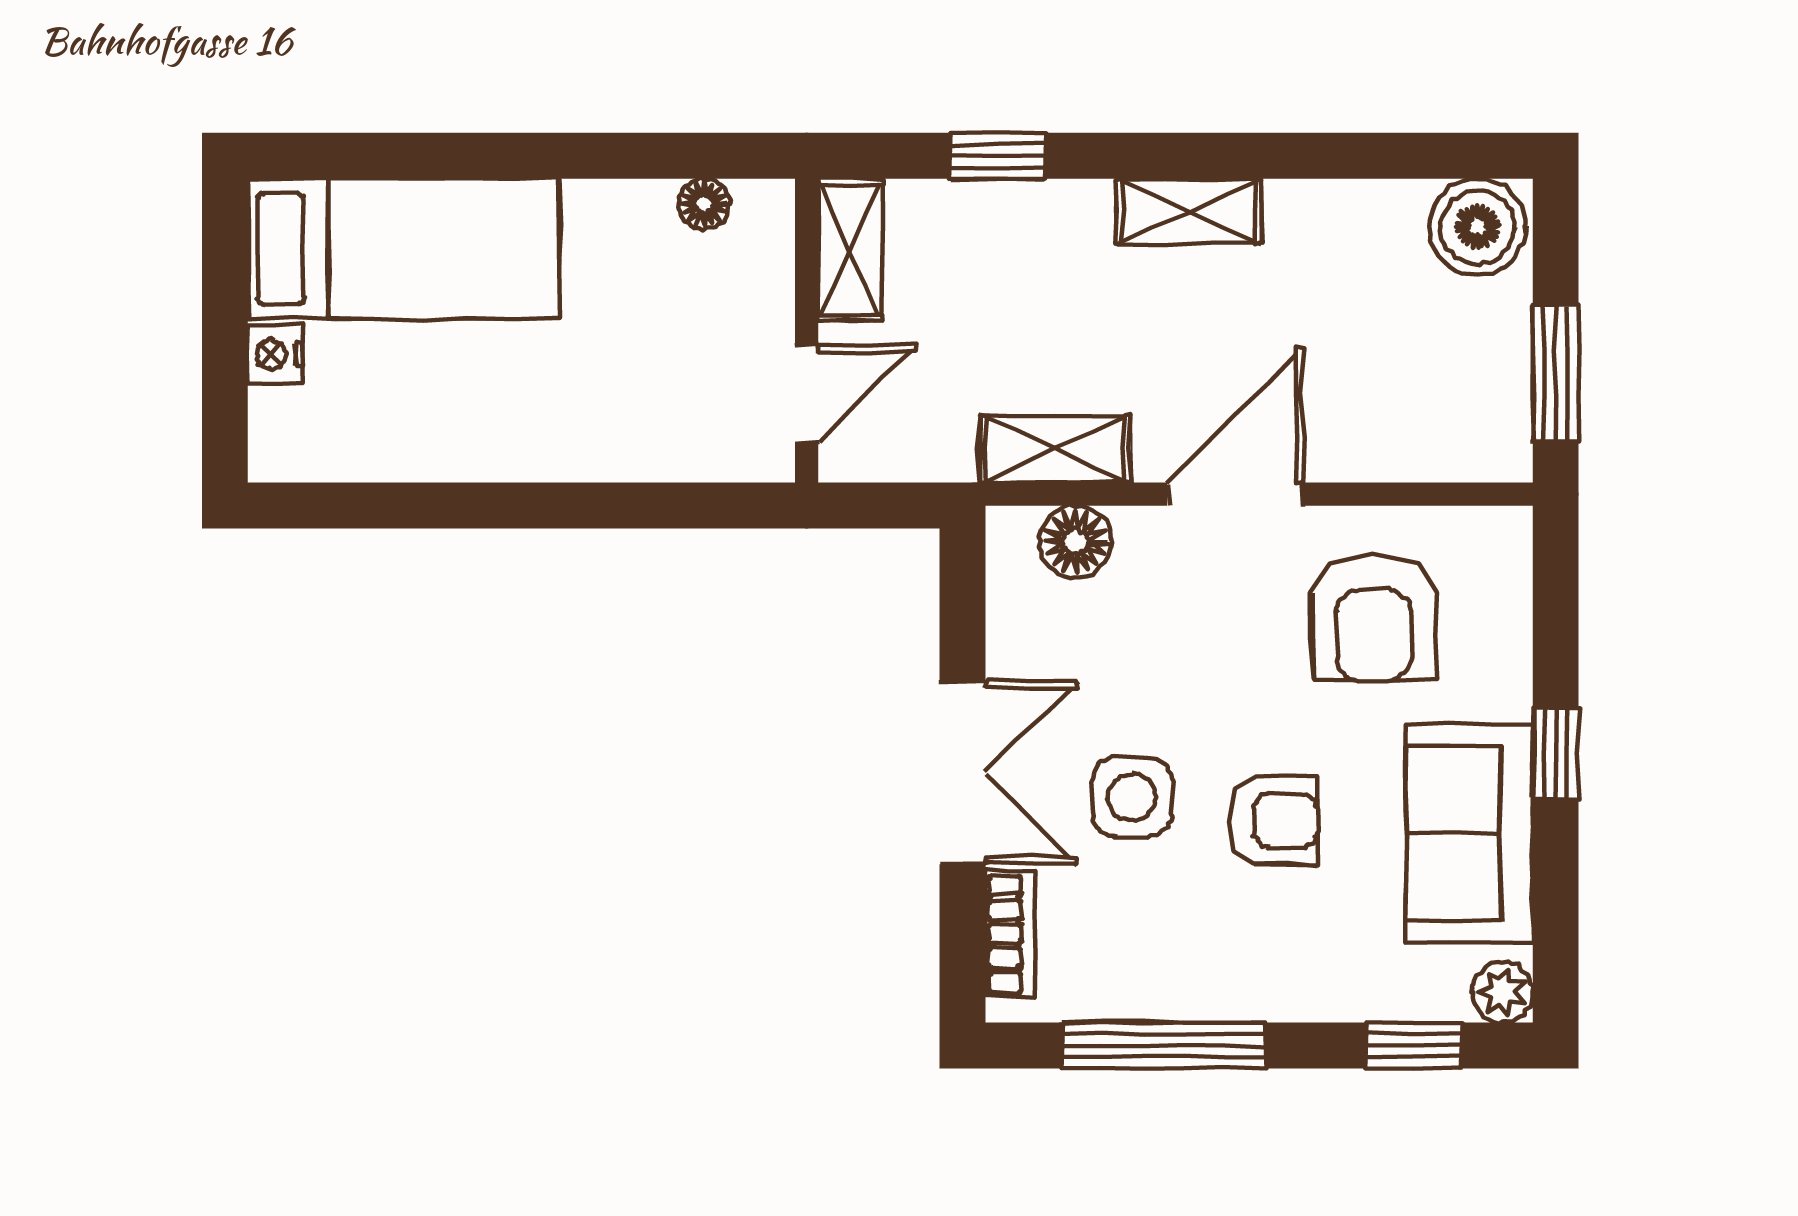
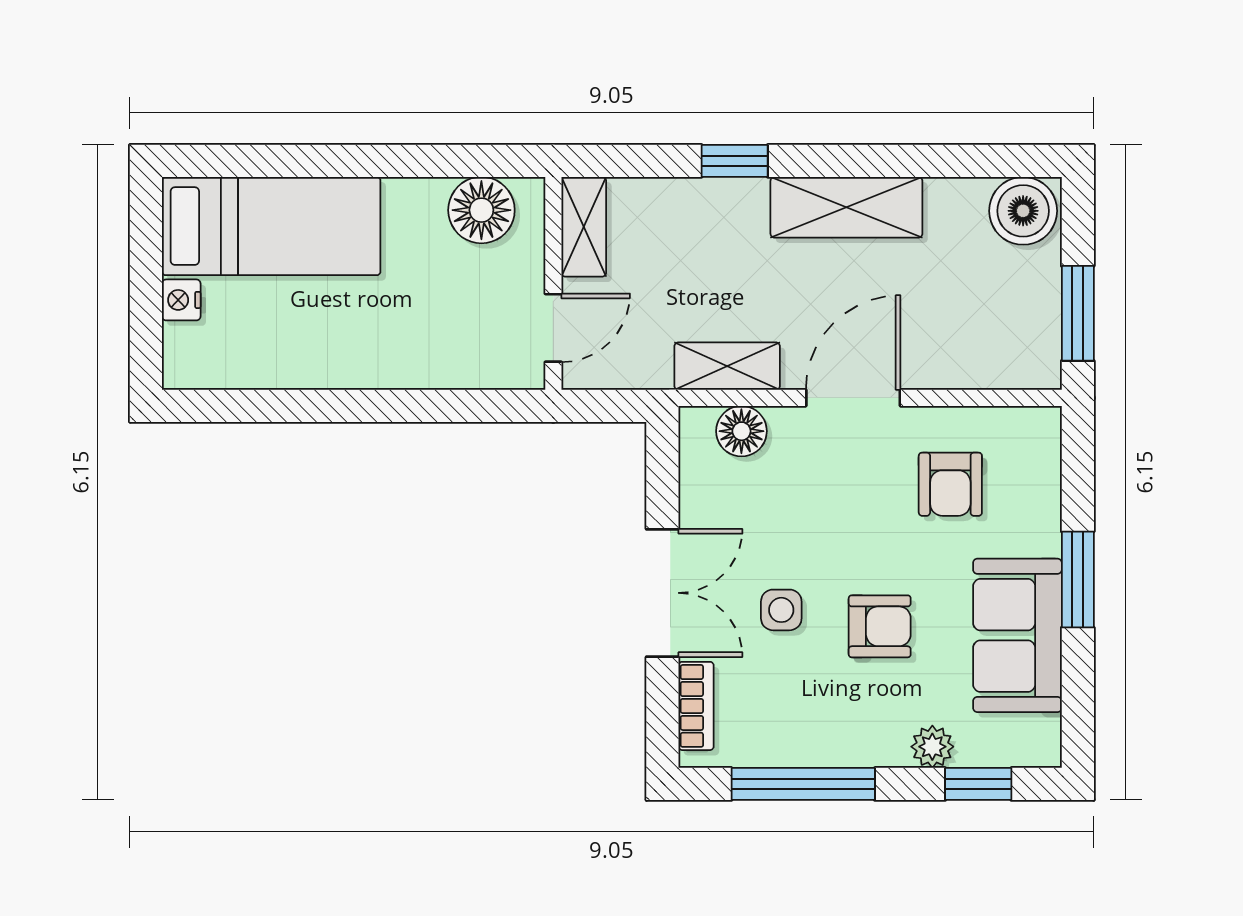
window: (998, 156) -> (735, 161), moved
floor lamp: (704, 204) -> (481, 210), width x1.89, depth x1.89
shelving: (1189, 211) -> (846, 207), width x1.50, depth x1.33
armchair: (1374, 617) -> (950, 484), width x0.72, depth x0.72
window: (1556, 754) -> (1078, 580), width x1.50
side table: (1132, 797) -> (781, 610), width x0.73, depth x0.73
plant: (1502, 992) -> (932, 747), moved

